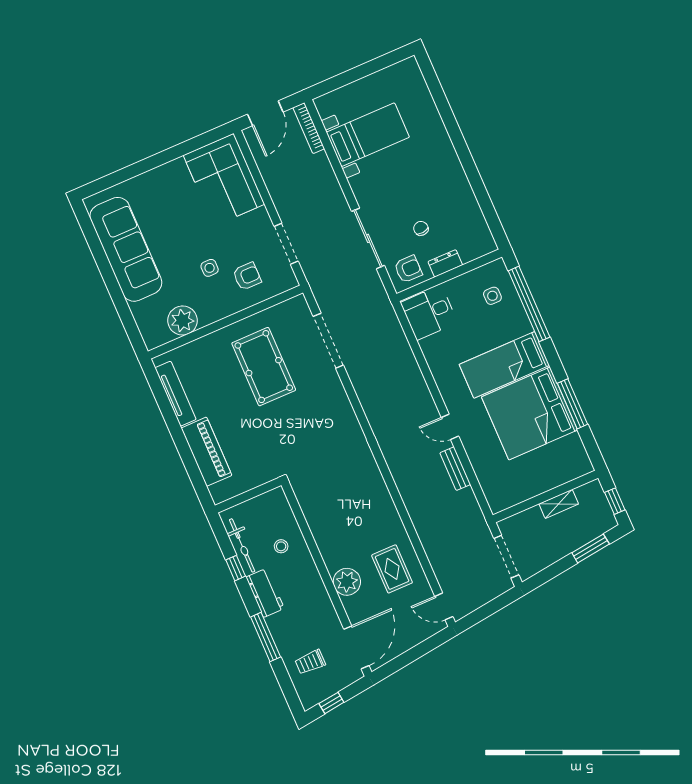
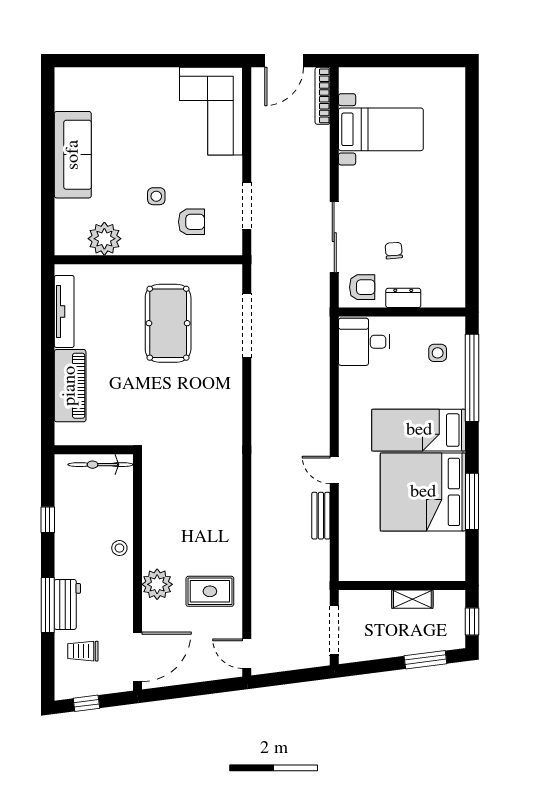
sofa: (126, 249) -> (73, 155), width x0.74, depth x0.79
bicycle: (242, 545) -> (100, 465), moved, turned 90
stool: (281, 546) -> (119, 548), moved
rug: (392, 569) -> (210, 591), turned 90
workbench: (265, 593) -> (67, 604), moved

